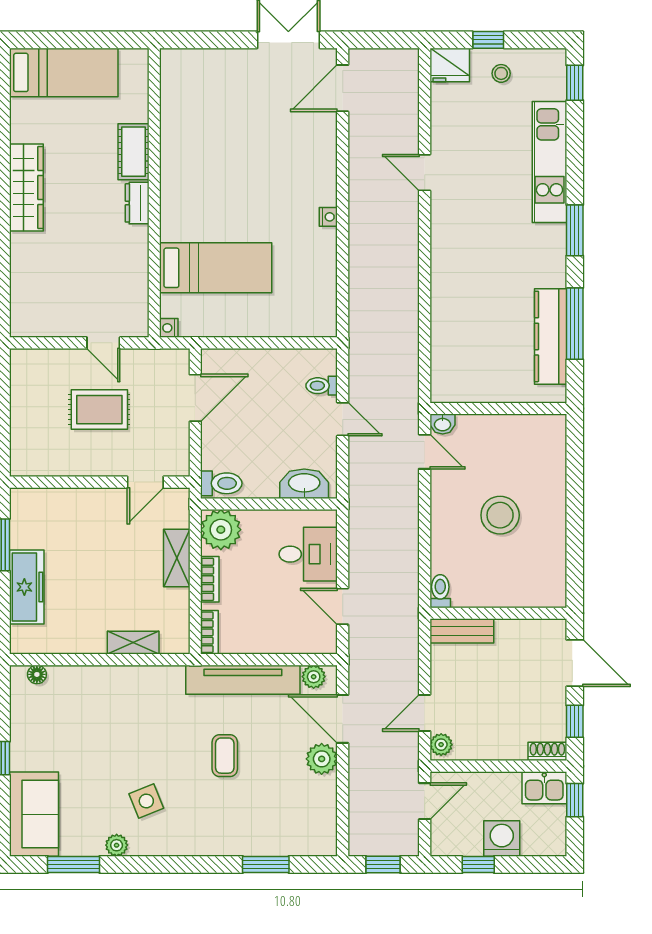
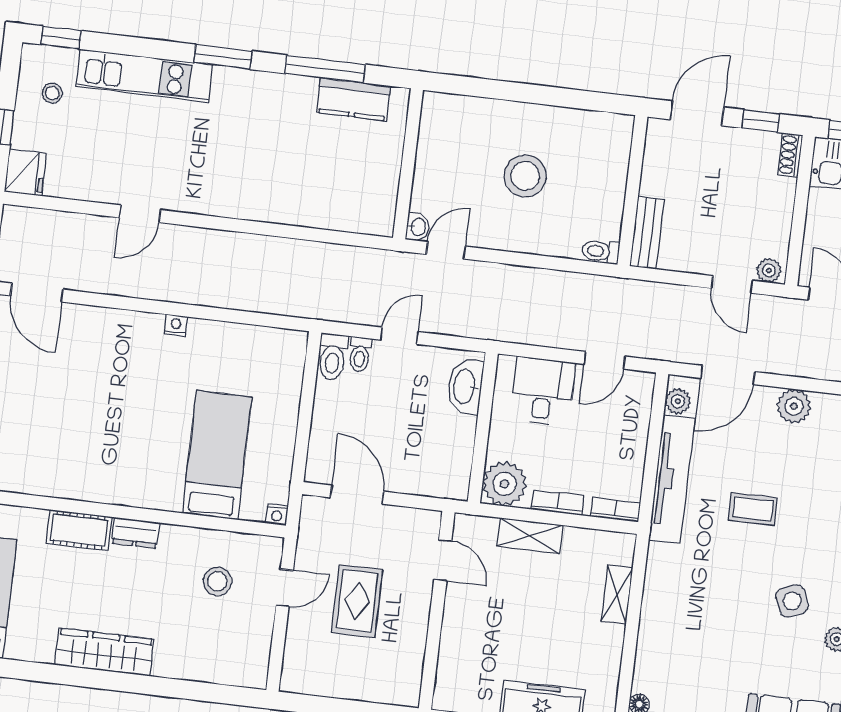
stool: (501, 73) -> (52, 93), moved
stool: (102, 282) -> (217, 581), added
kitchen counter: (551, 336) -> (353, 99), width x0.67
toilet: (221, 483) -> (333, 357), moved, turned 180
plant: (322, 759) -> (794, 406), moved

